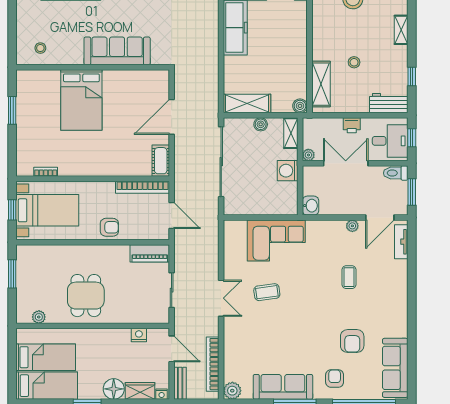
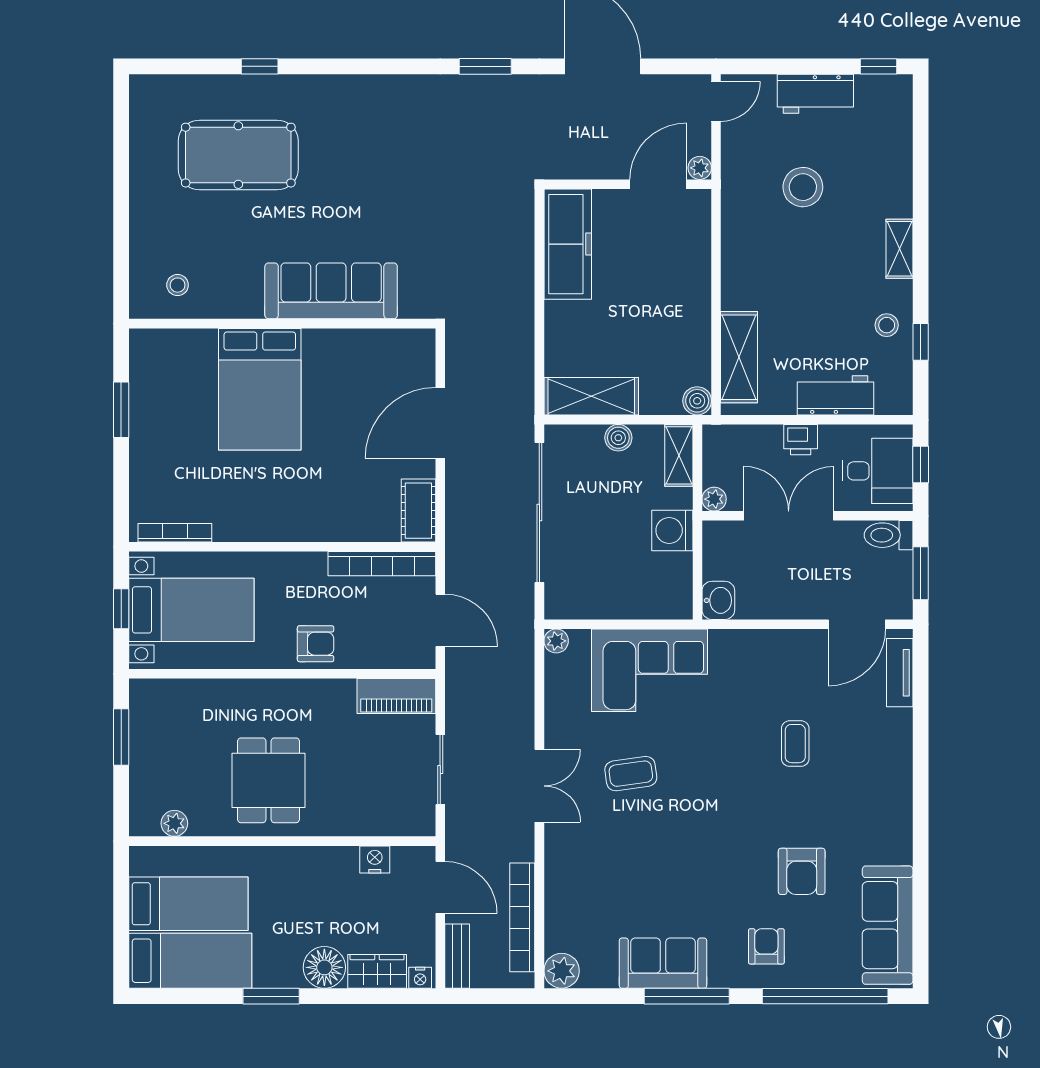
stool: (354, 62) -> (887, 325), moved
workbench: (389, 103) -> (836, 395), moved
bookcase: (46, 172) -> (175, 533), width x1.56
plant: (352, 226) -> (556, 641), moved
sofa: (283, 387) -> (663, 963), width x0.73

